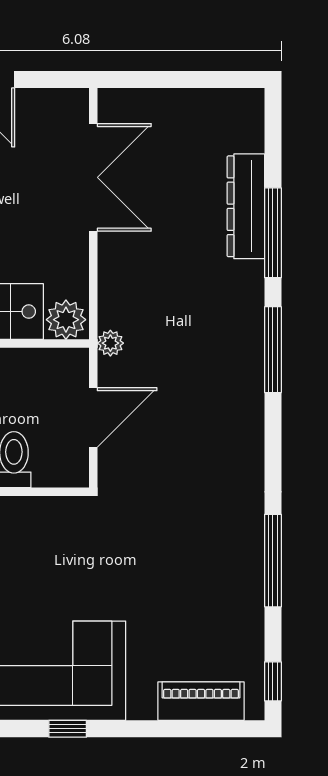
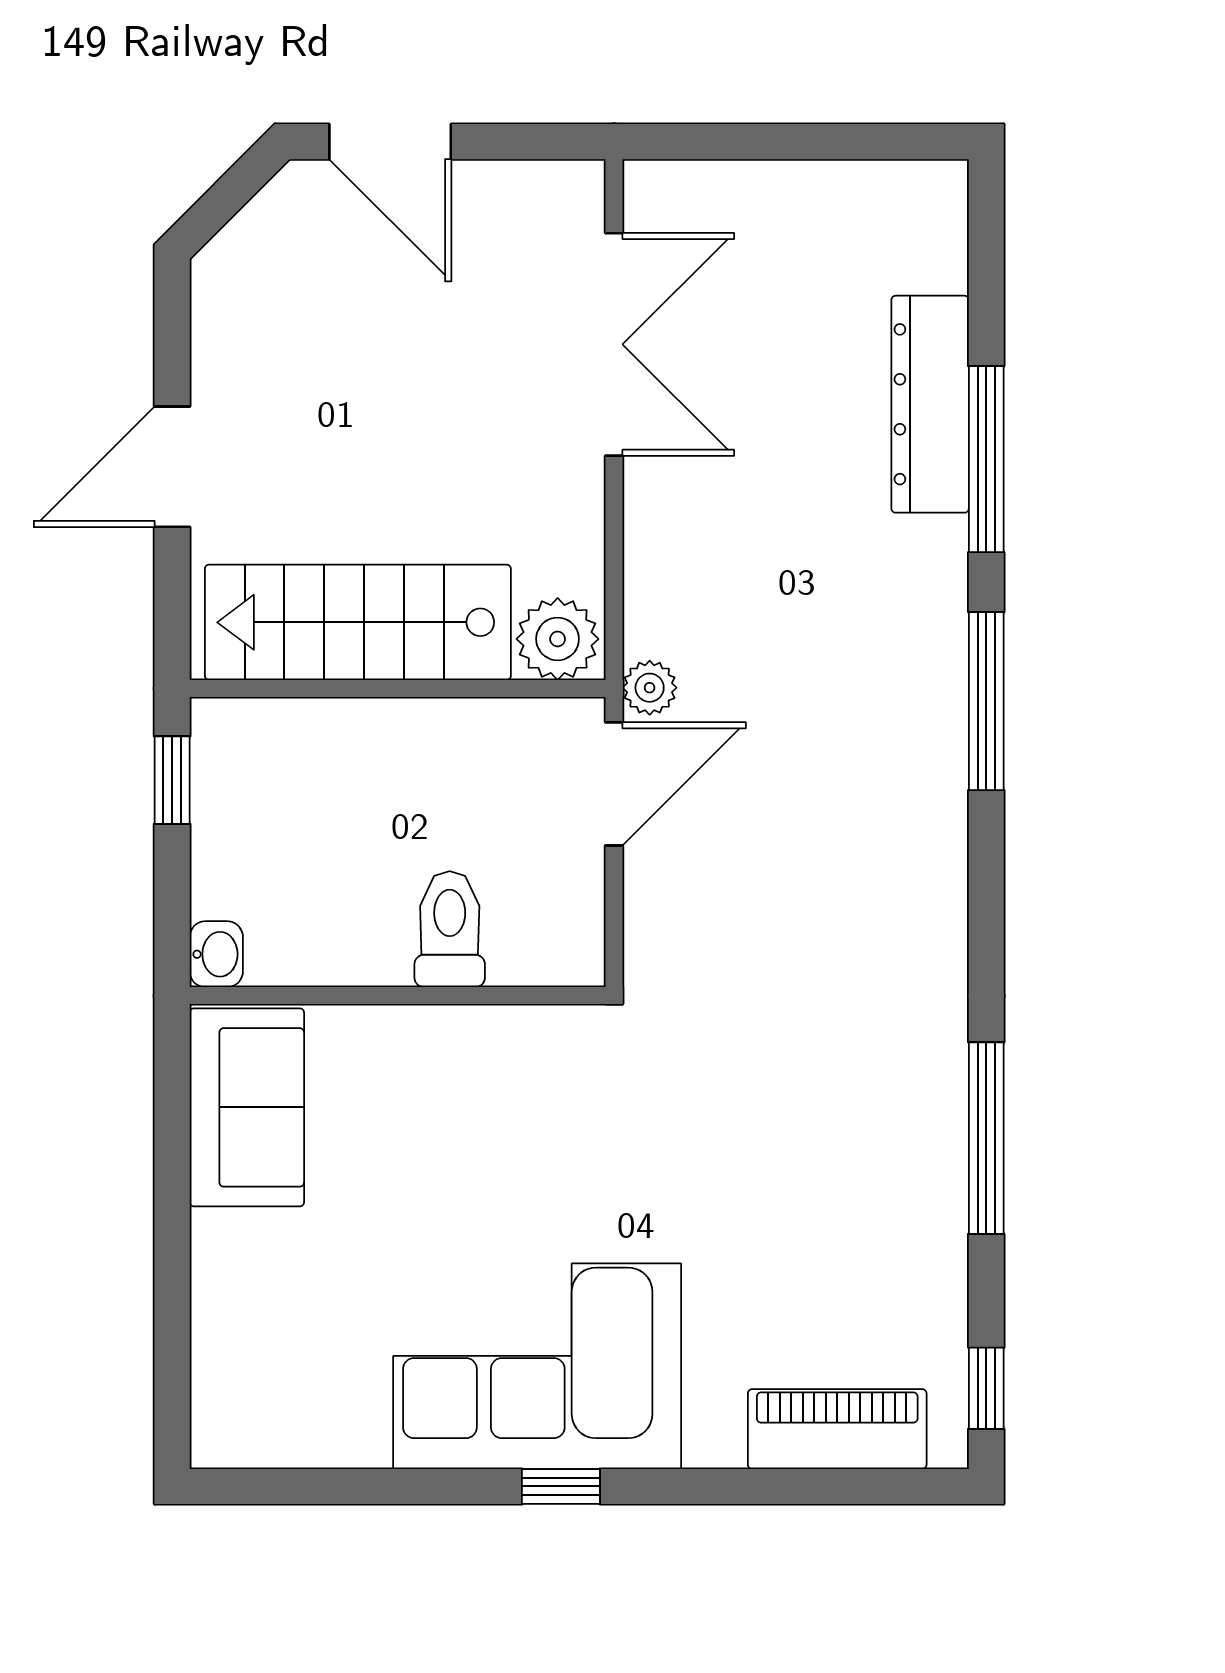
door: (93, 417) -> (614, 784), moved

